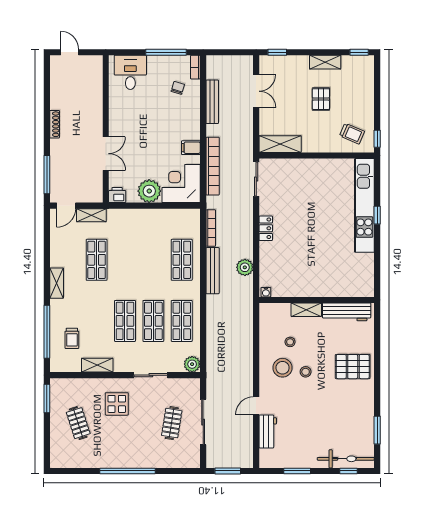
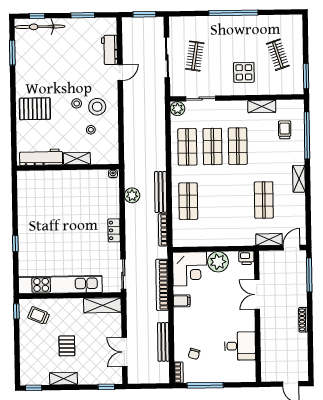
desk: (130, 72) -> (240, 346), moved, turned -90
kitchen unit: (364, 205) -> (60, 285), moved, turned -90
sliding door: (151, 375) -> (201, 99), moved

